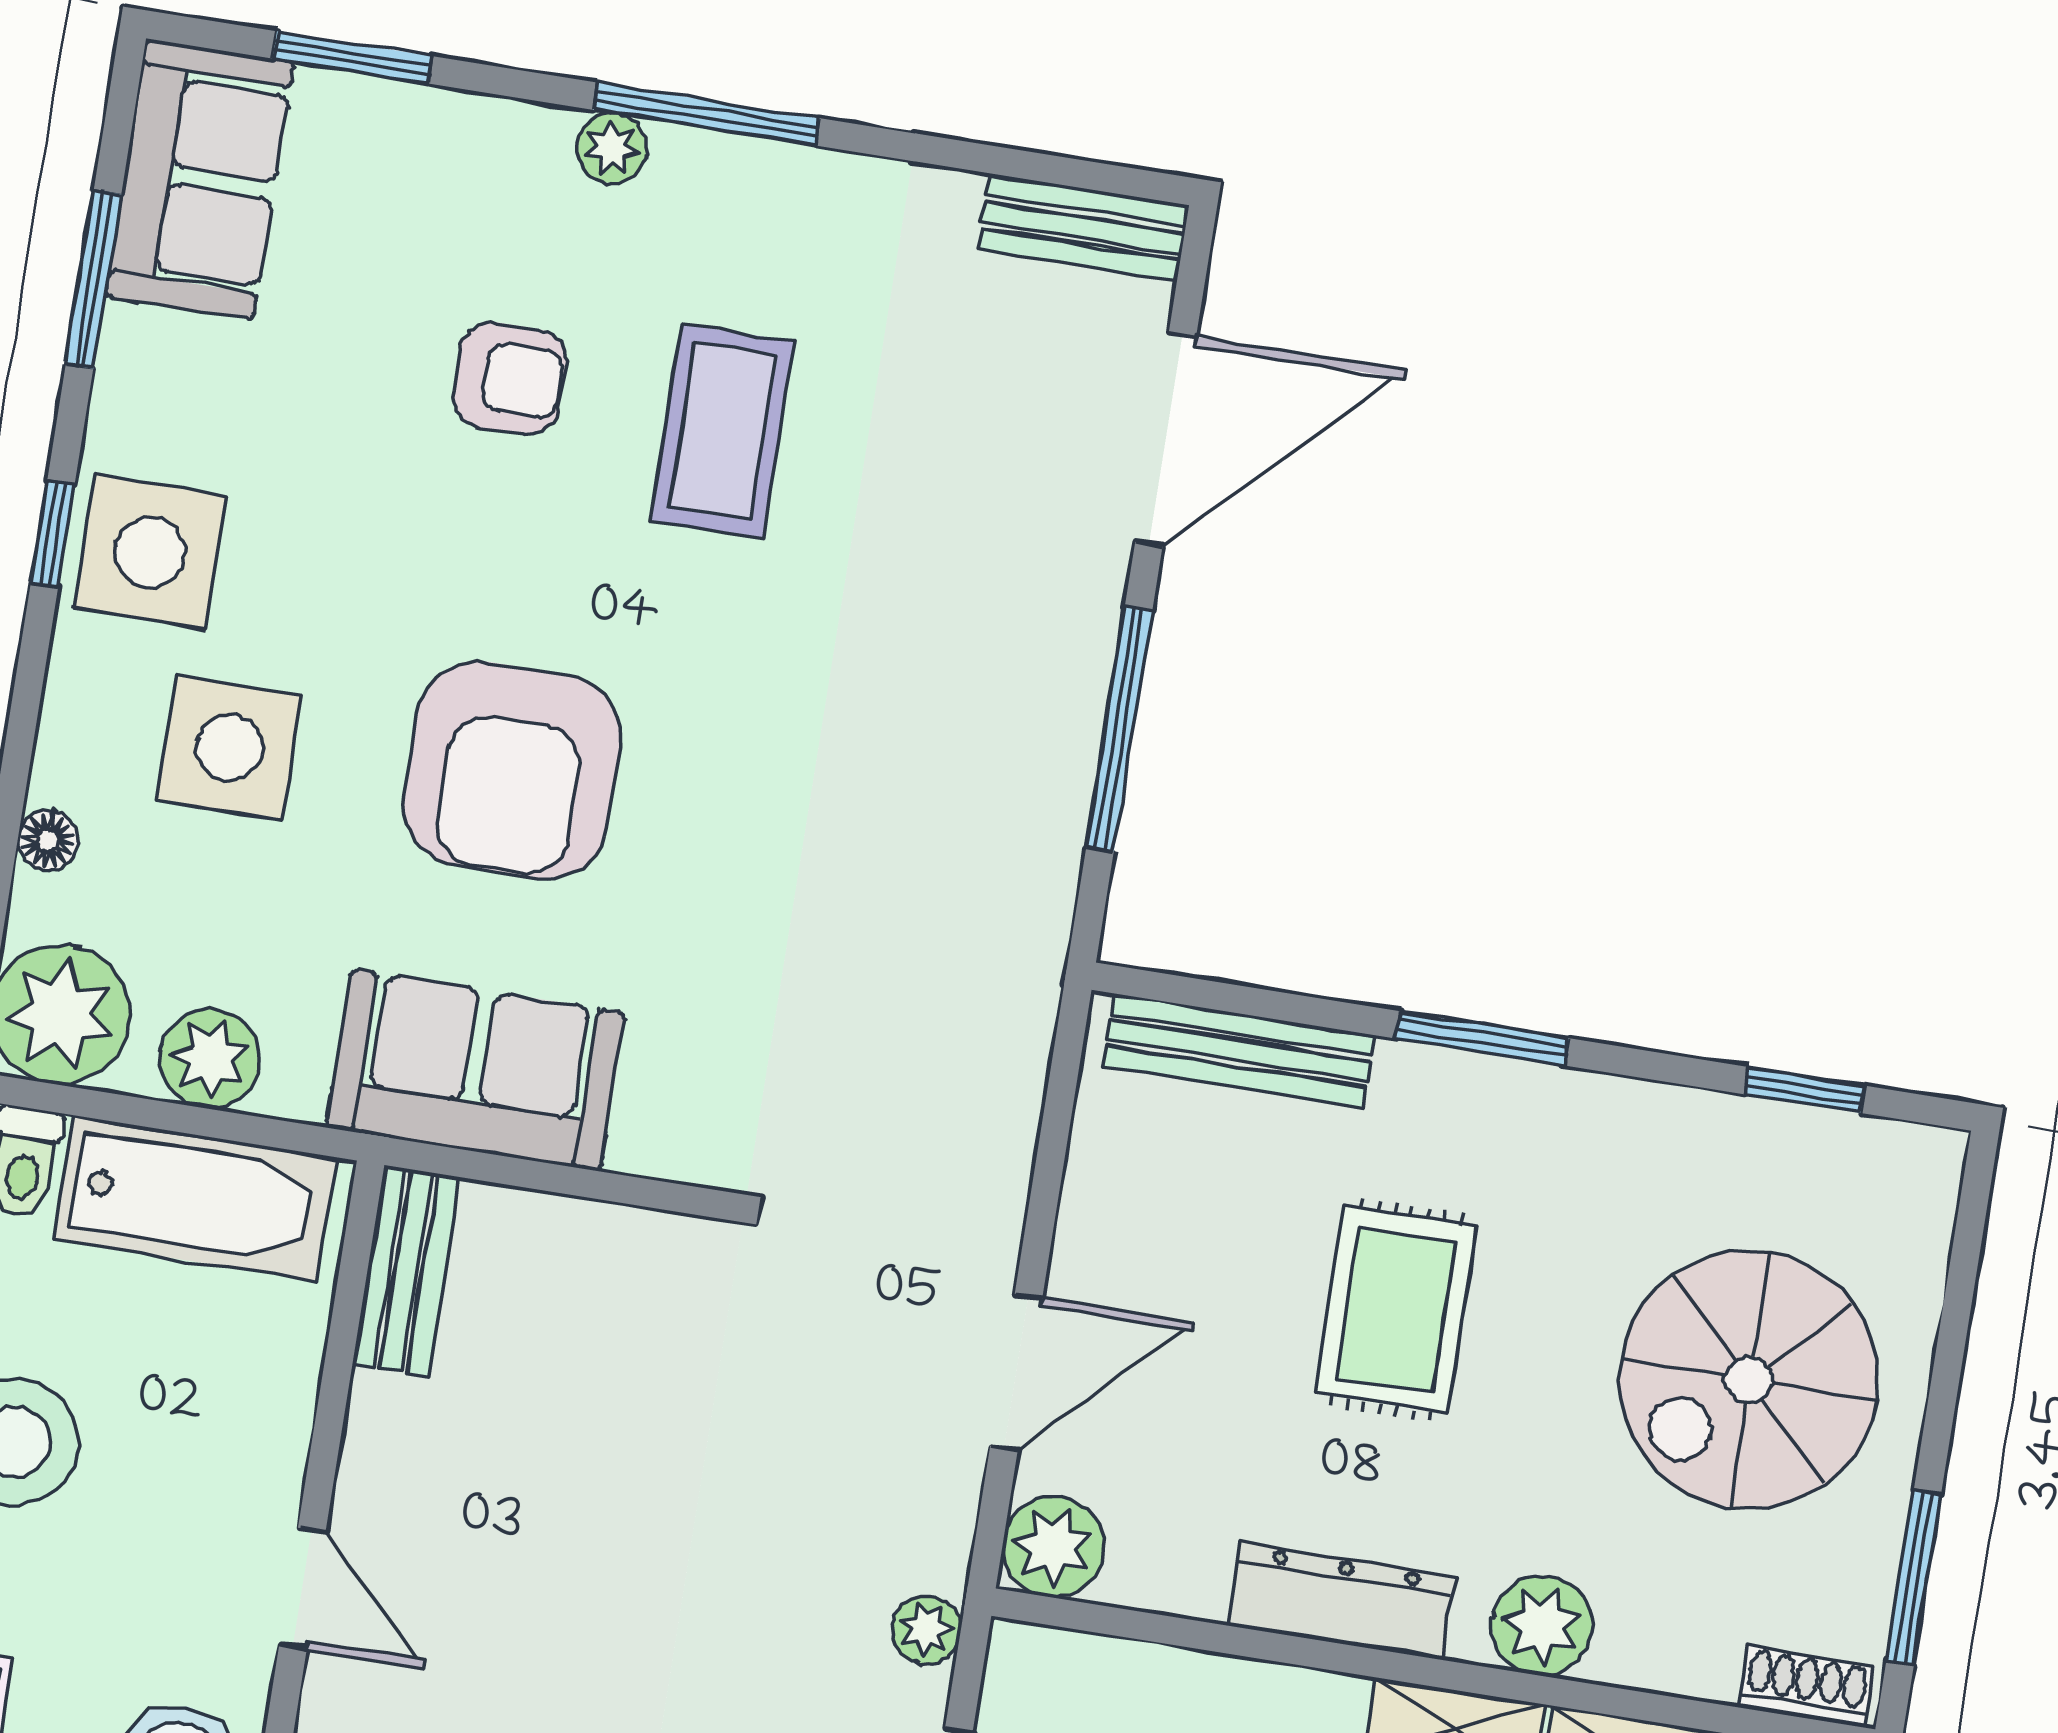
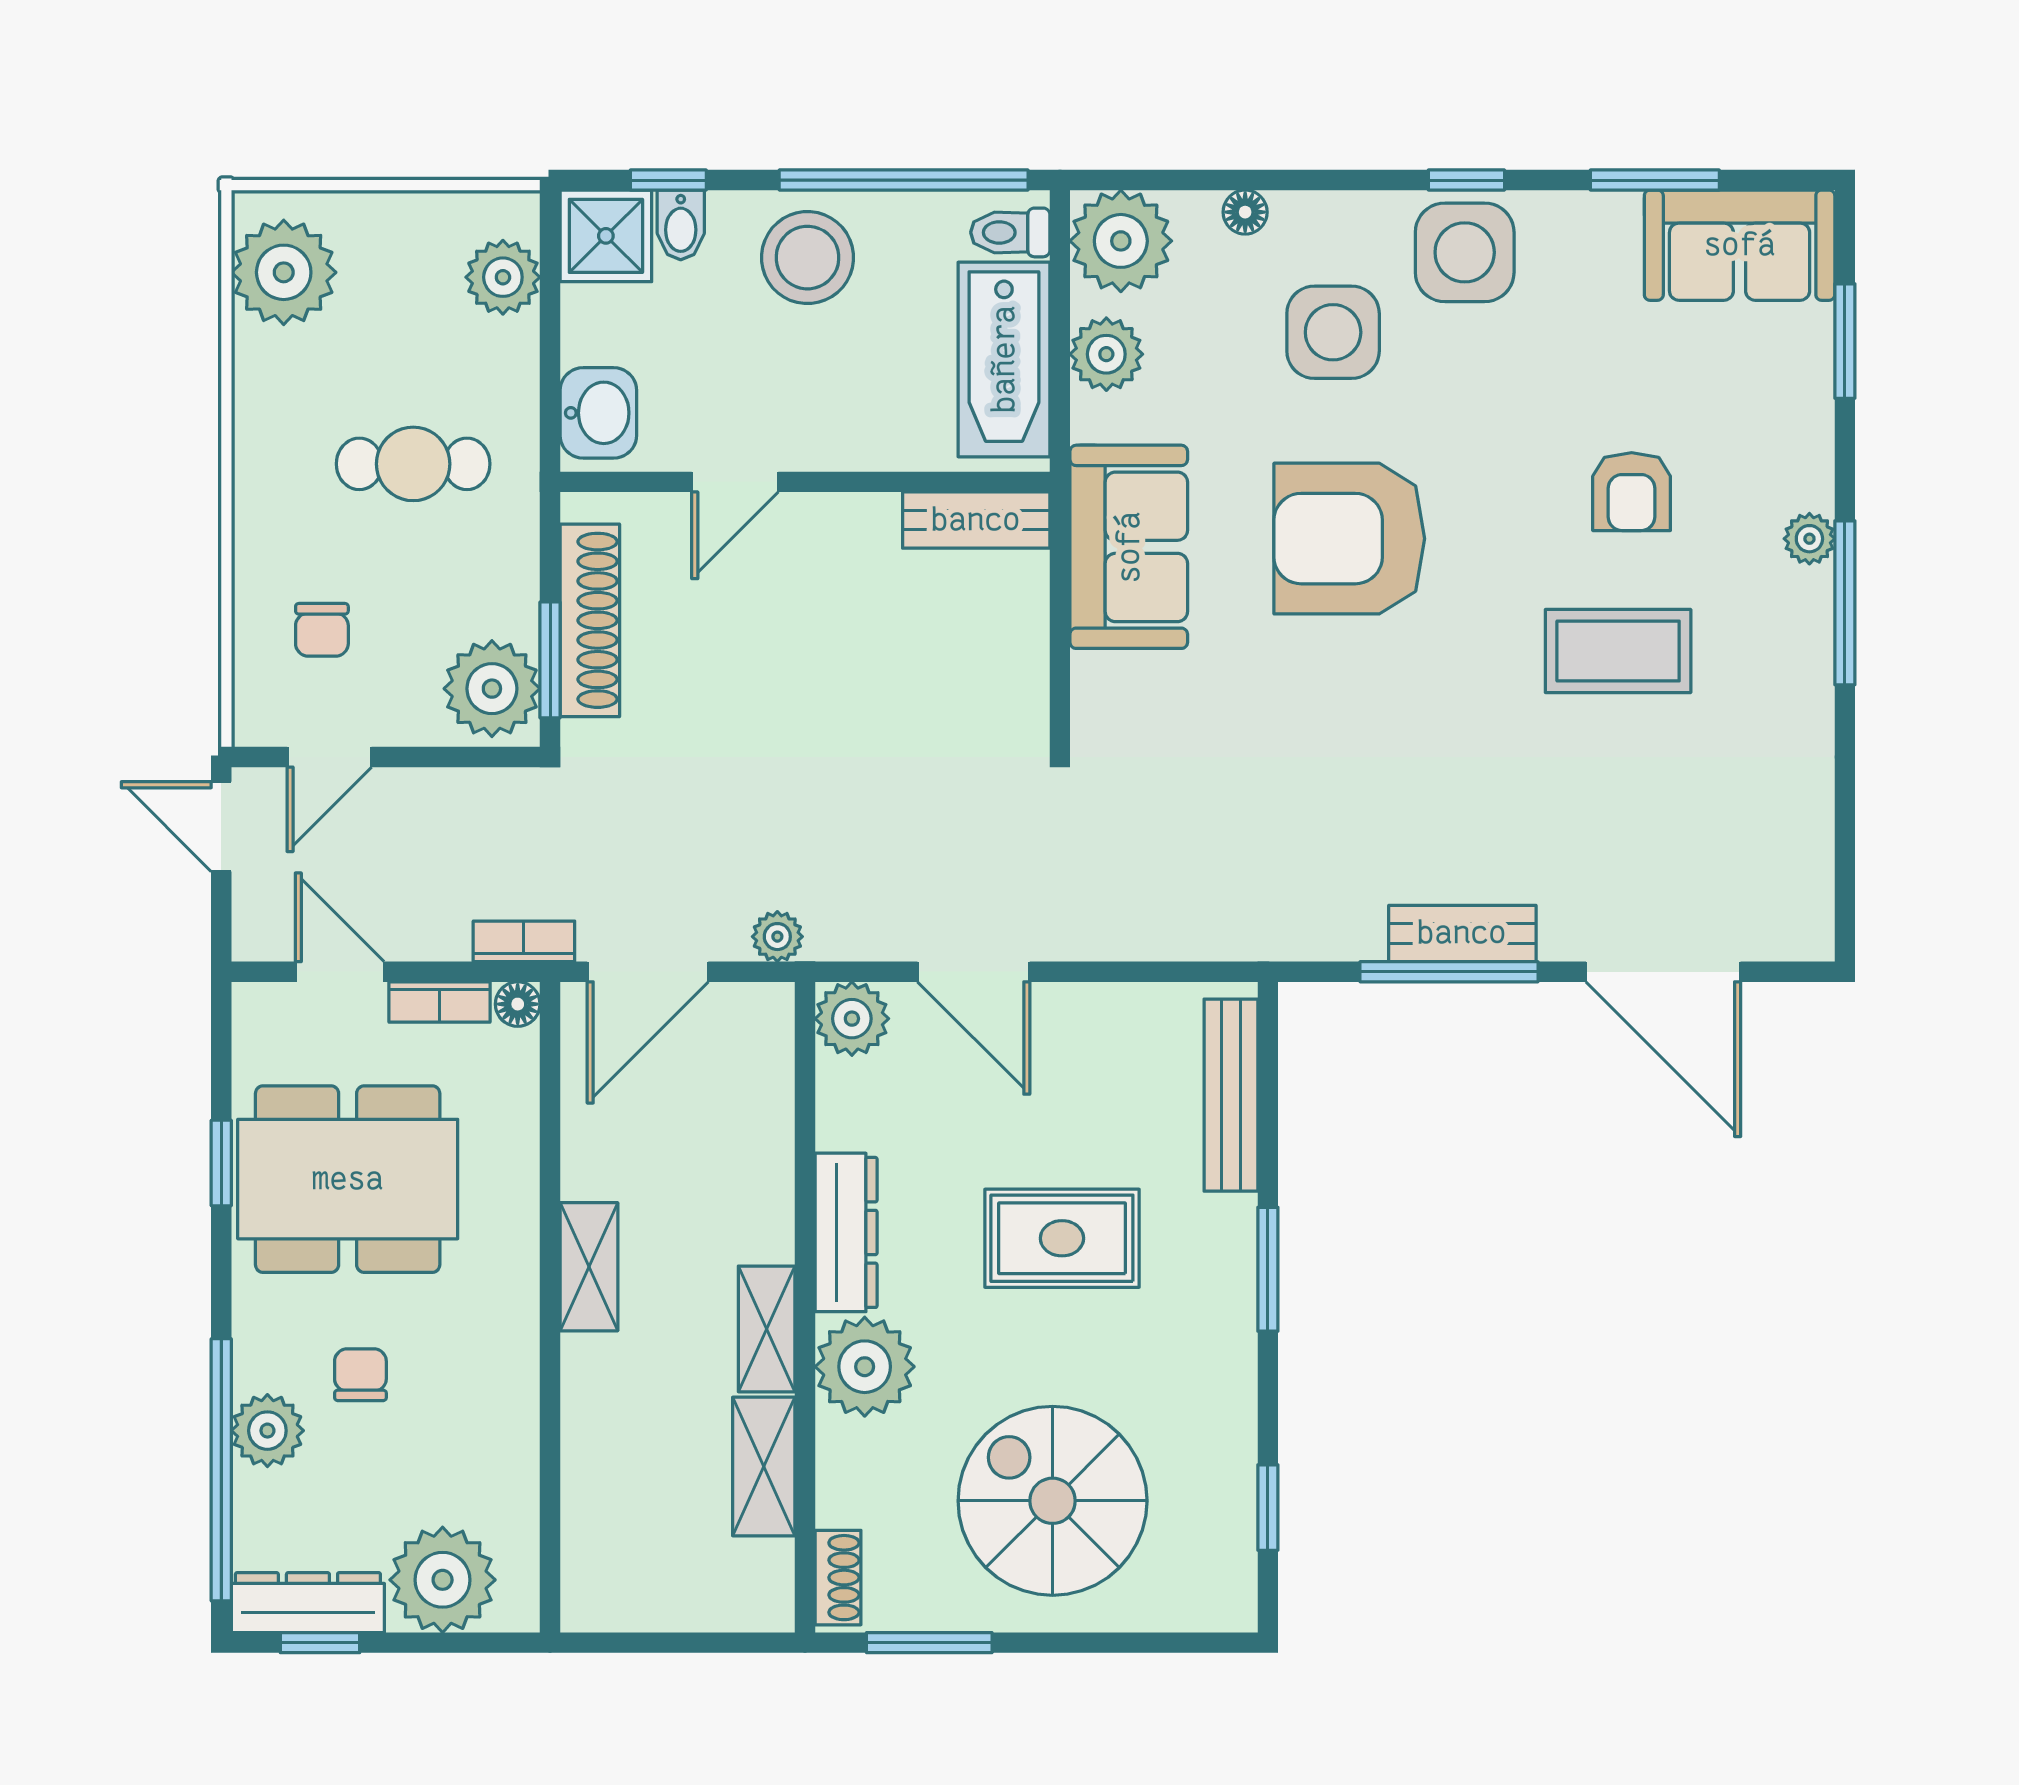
bench: (1083, 227) -> (1462, 933), moved, turned 90
plant: (1542, 1625) -> (865, 1367), width x1.36, depth x1.36

